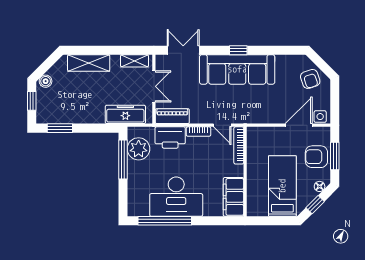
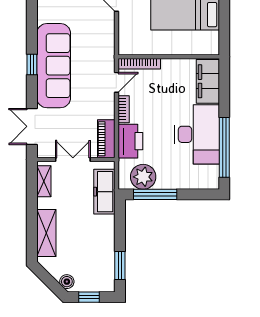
filing cabinet: (233, 197) -> (208, 81), moved, turned 90

